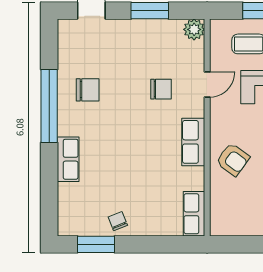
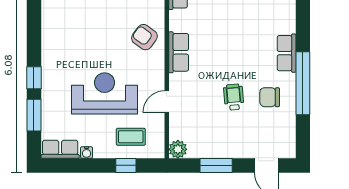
chair: (161, 89) -> (206, 98), removed
wheelchair: (129, 90) -> (234, 97), added
row of seats: (68, 159) -> (287, 53), moved

